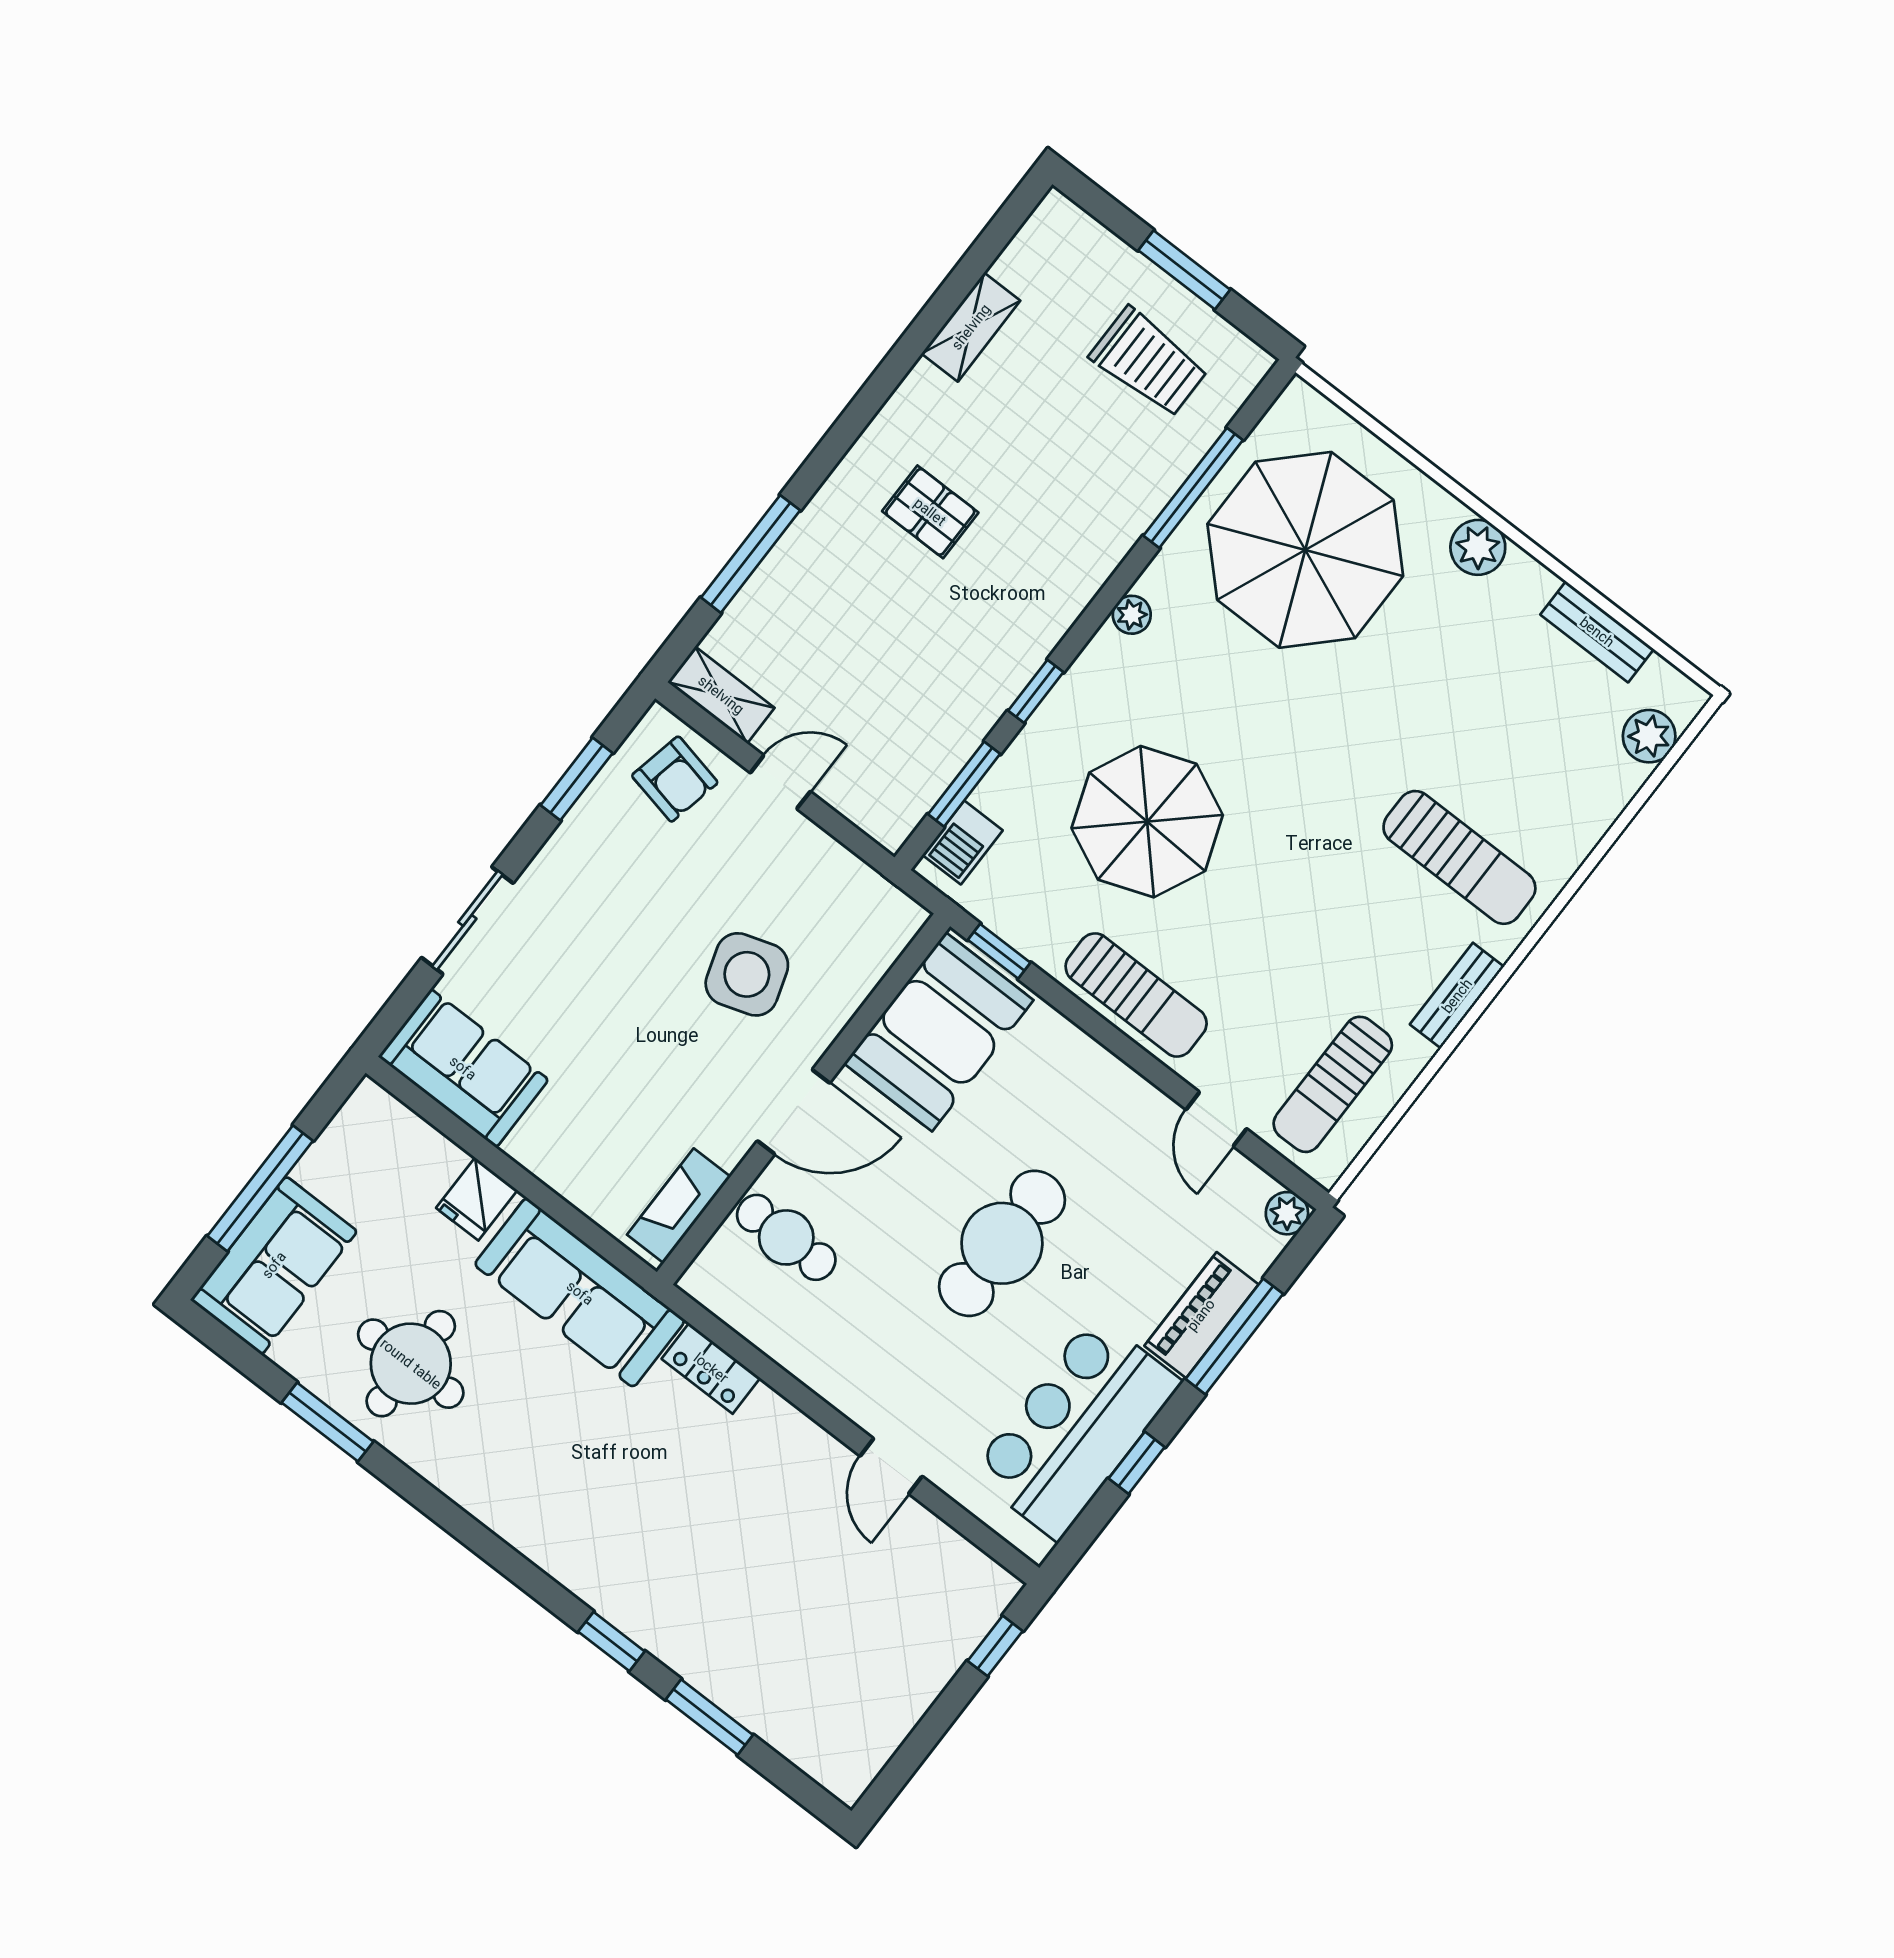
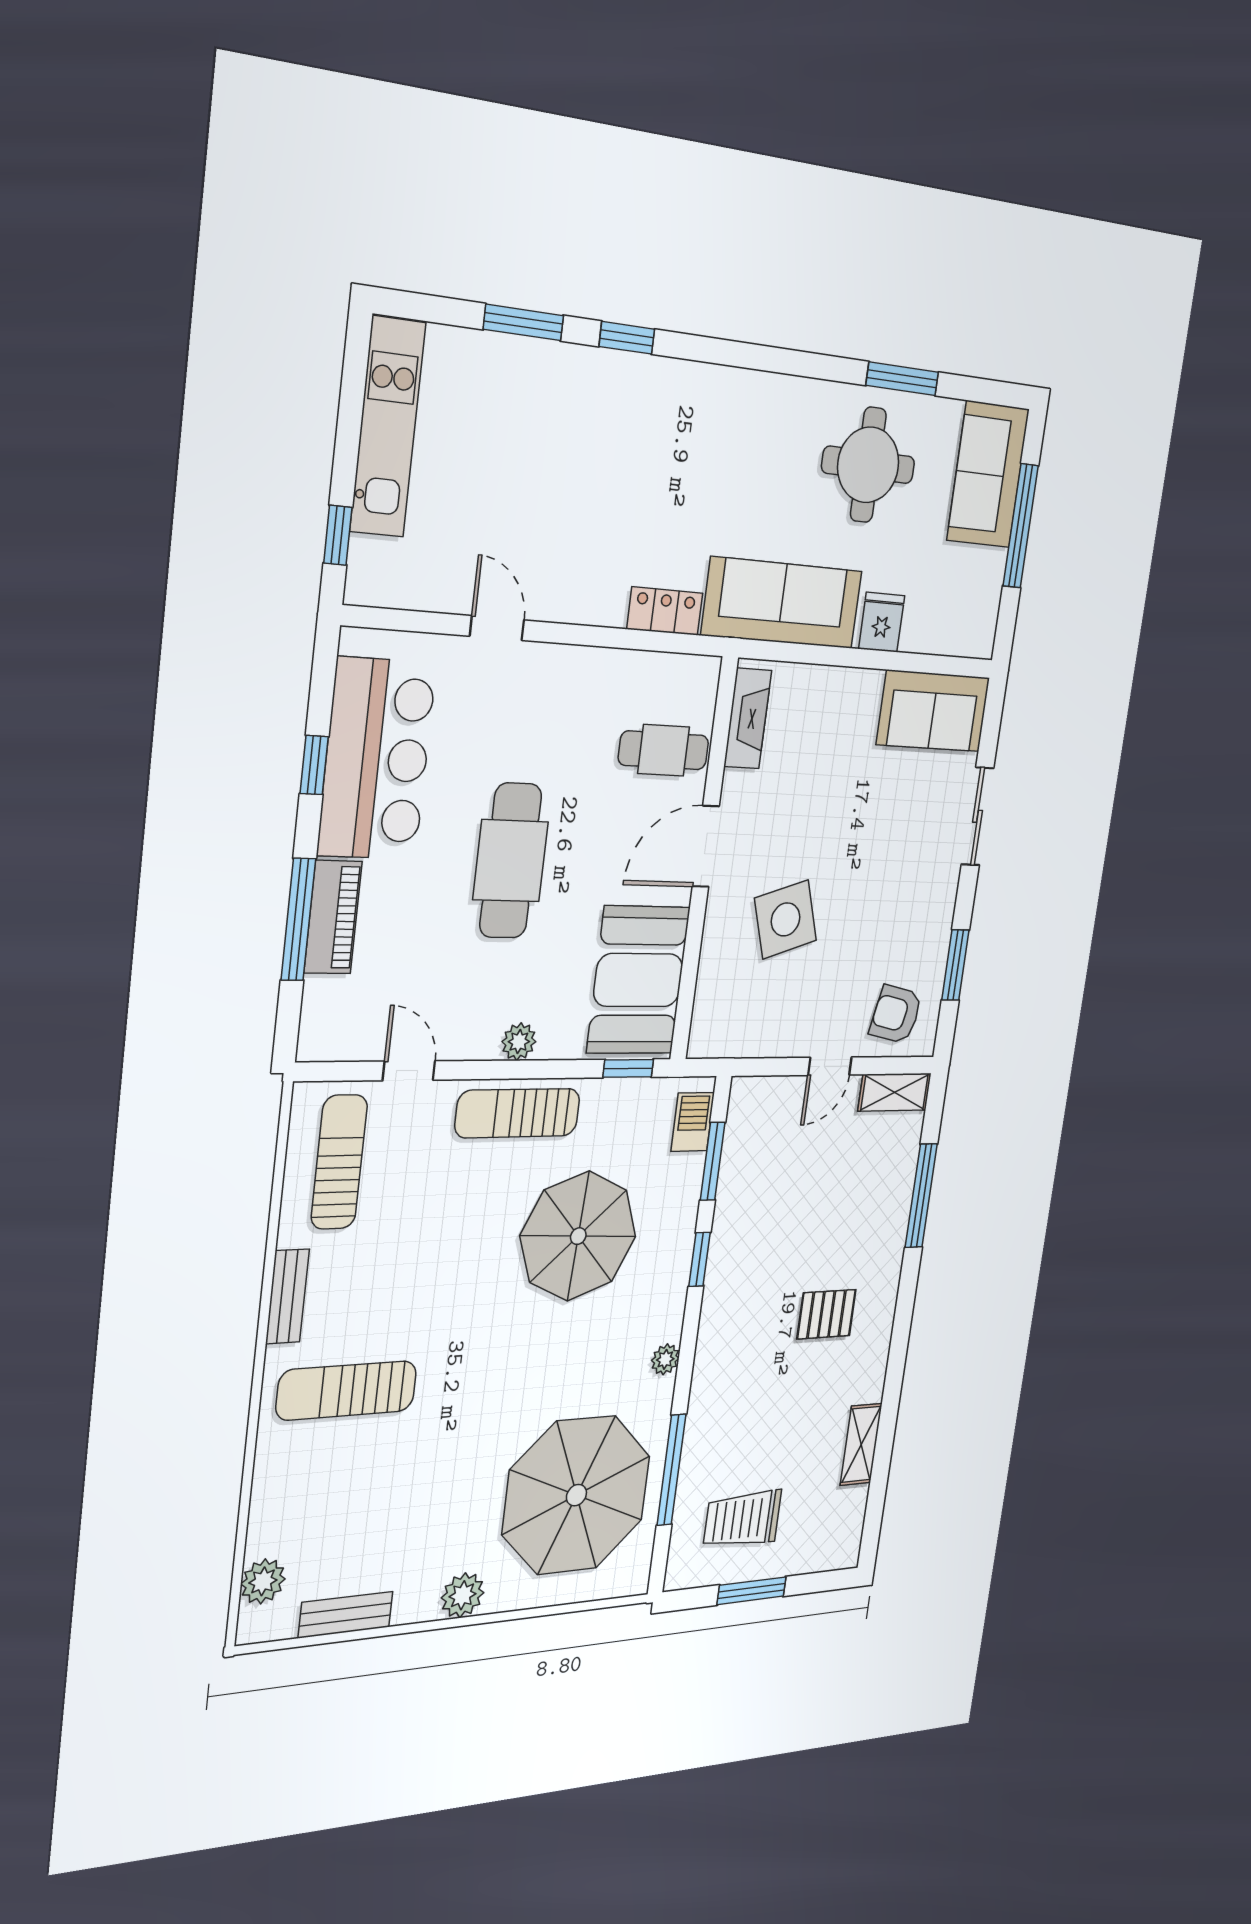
plant: (1287, 1213) -> (519, 1042), moved
kitchen unit: (894, 1708) -> (388, 427), added

